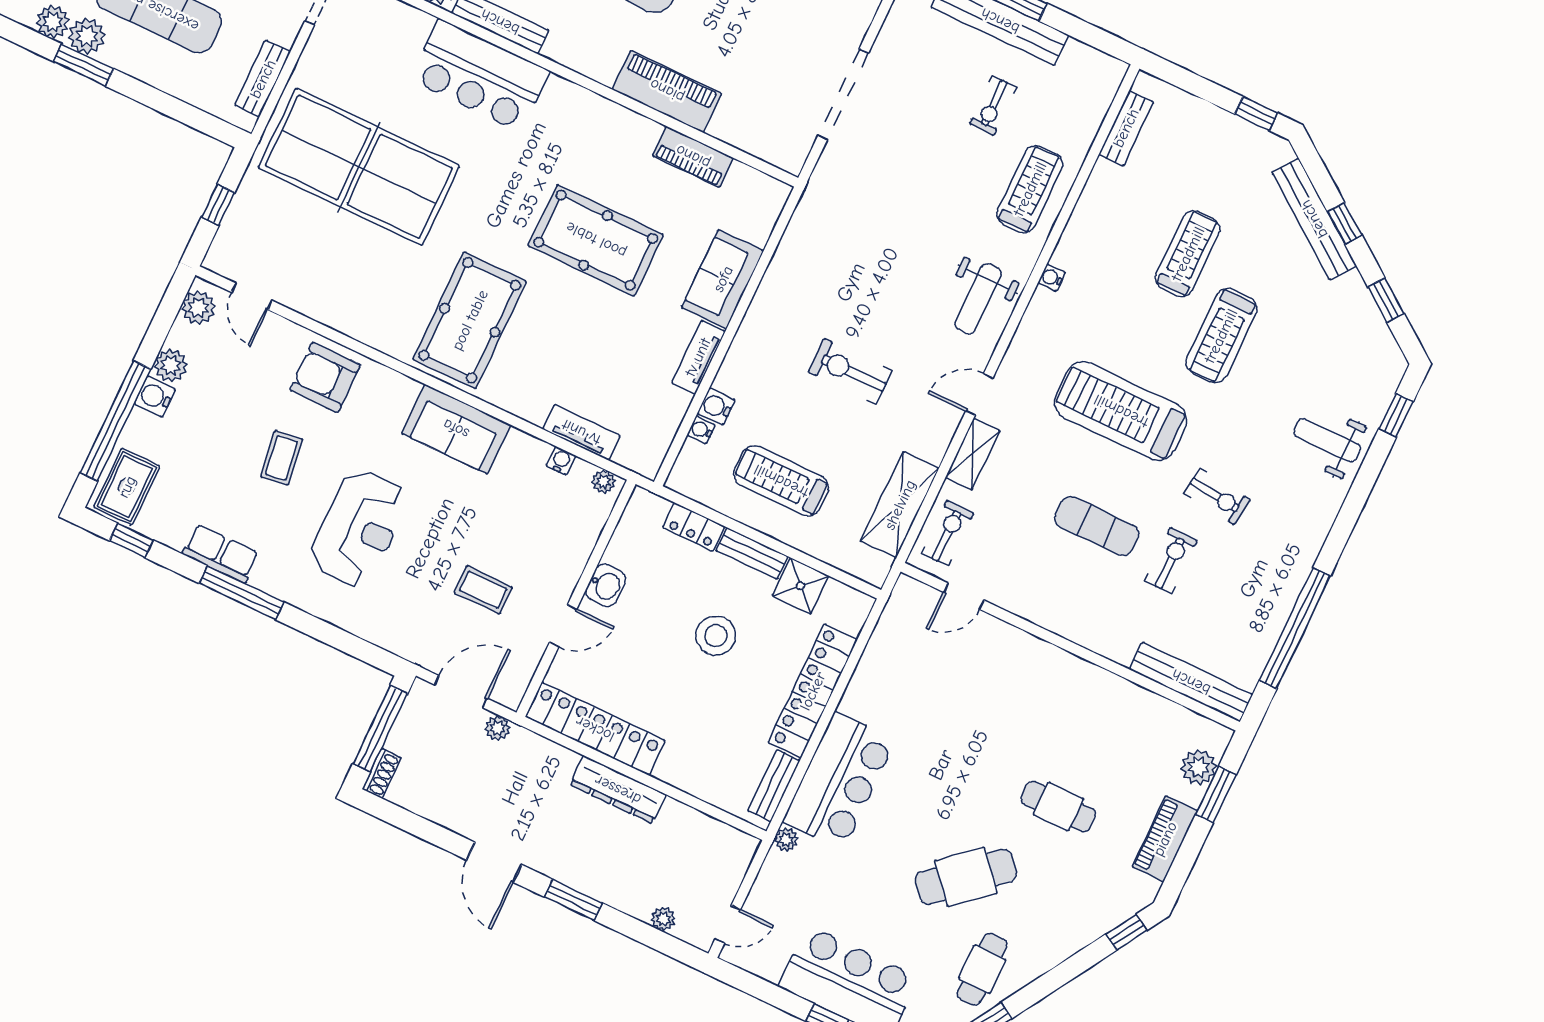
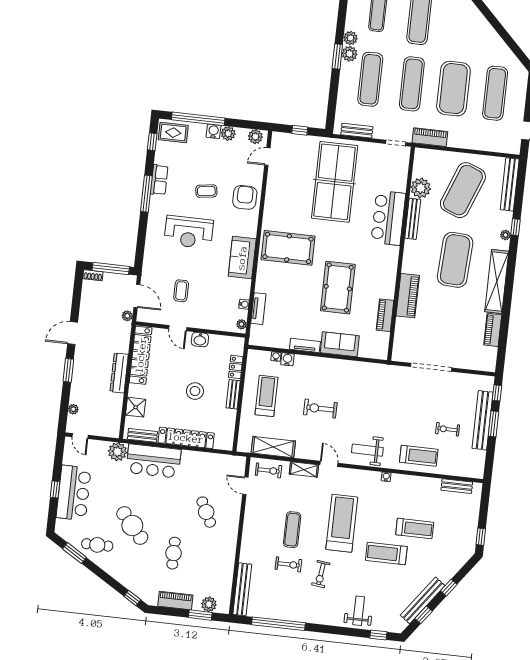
bench: (1314, 219) -> (423, 600), moved
exercise bike: (850, 371) -> (320, 409), turned -90
shower: (800, 586) -> (136, 407), moved
cafe table: (992, 703) -> (206, 512), added
plant: (786, 840) -> (118, 452), width x1.88, depth x1.88

